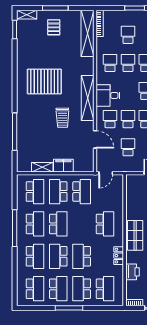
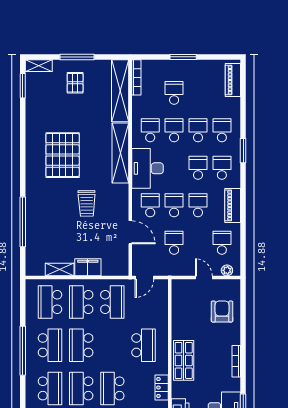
pallet: (44, 81) -> (63, 155), turned 90
desk: (108, 95) -> (148, 168), width x1.37
shelving: (88, 98) -> (120, 153), moved
school desk: (35, 192) -> (50, 302), turned 180
school desk: (58, 224) -> (81, 345), turned 180

